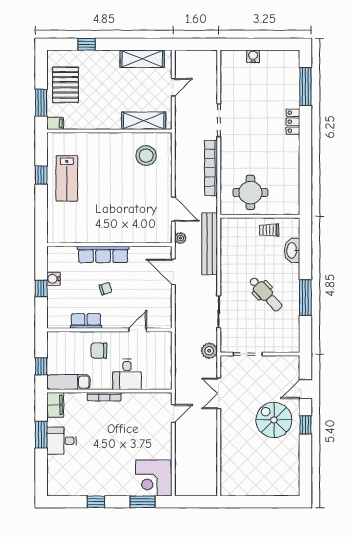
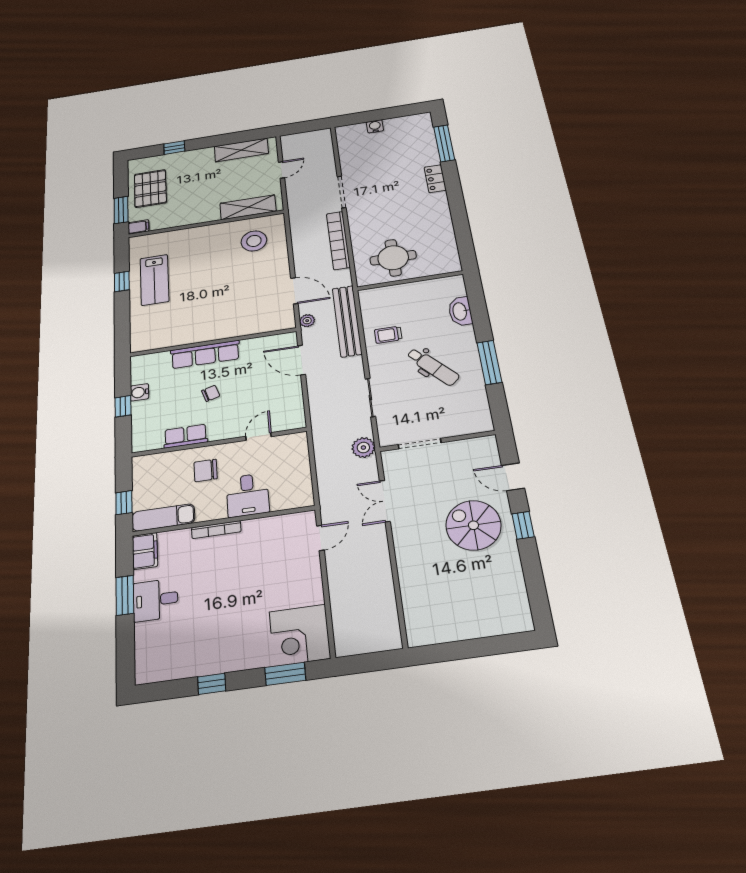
trolley: (269, 230) -> (388, 335), moved
door: (305, 389) -> (513, 477), hinge flipped

